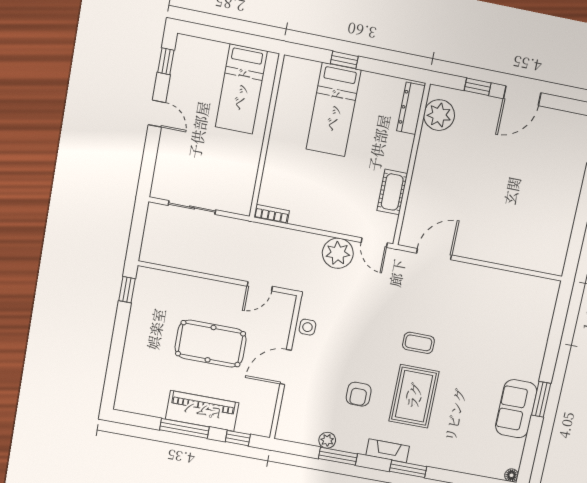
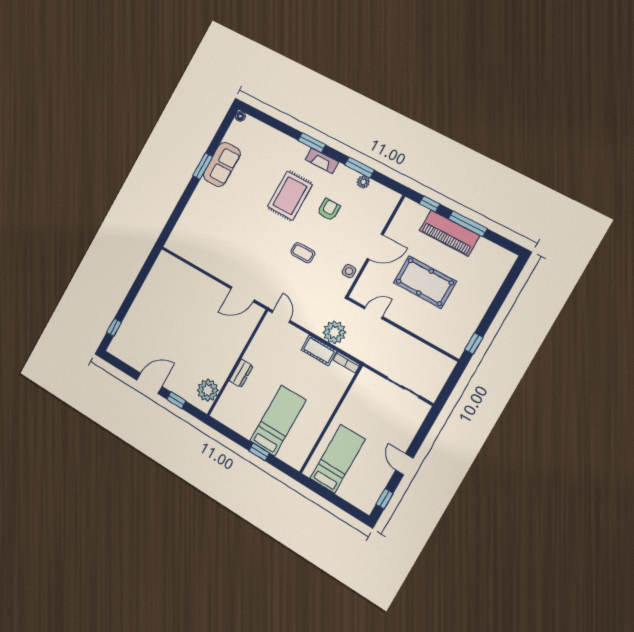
dresser: (411, 108) -> (241, 373), moved, width x0.70
cot: (392, 192) -> (319, 350), moved, turned 90
plant: (338, 253) -> (334, 332), moved
coffee table: (418, 343) -> (303, 253), moved

